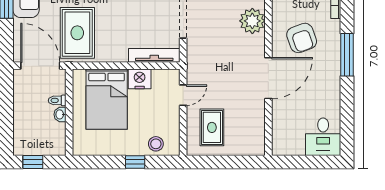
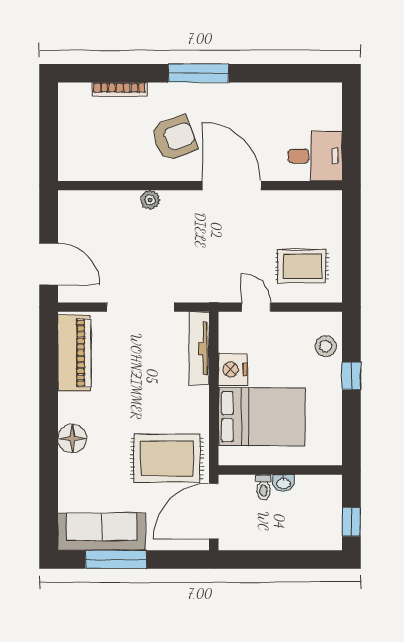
plant: (252, 21) -> (150, 200), width x0.53, depth x0.53
desk: (323, 137) -> (315, 156), moved

